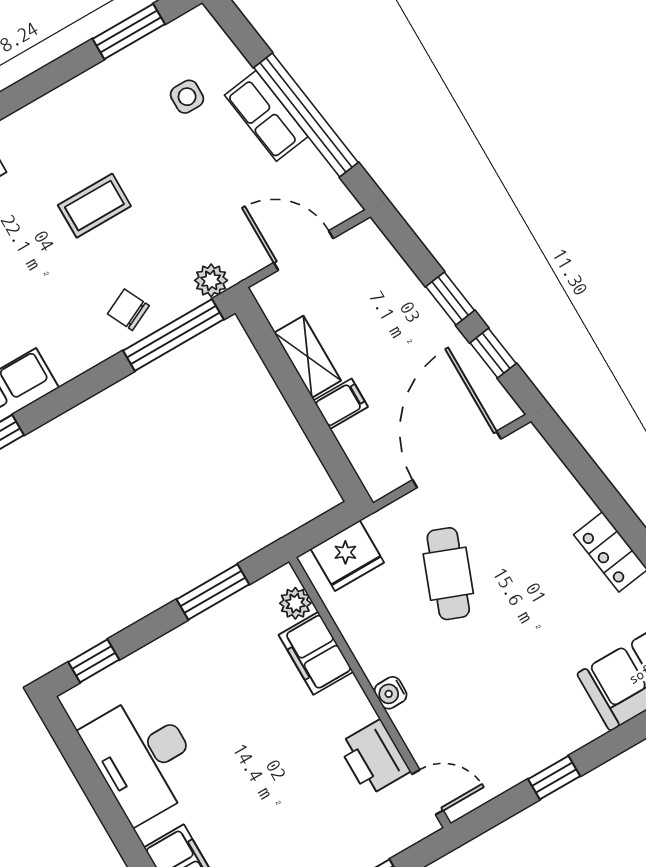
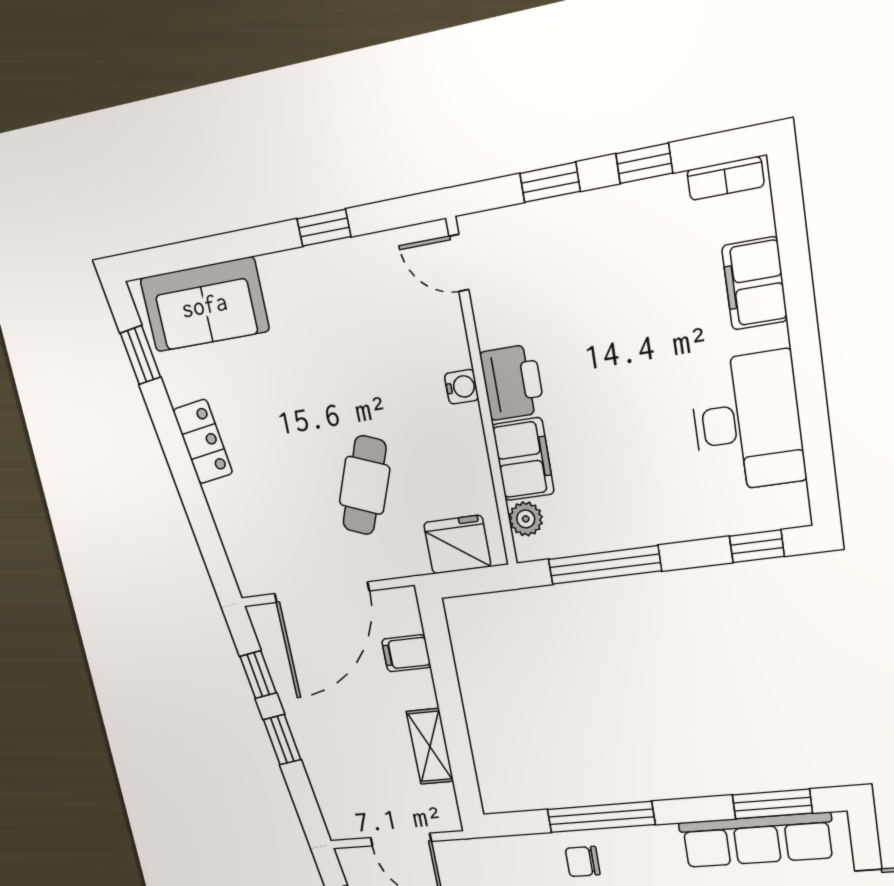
plant: (211, 280) -> (495, 852), removed
chair: (128, 310) -> (583, 861), turned 116
window: (173, 335) -> (601, 817), moved
filing cabinet: (341, 404) -> (406, 653), moved
window: (213, 592) -> (605, 565), width x1.44
printer: (374, 758) -> (512, 382), moved

